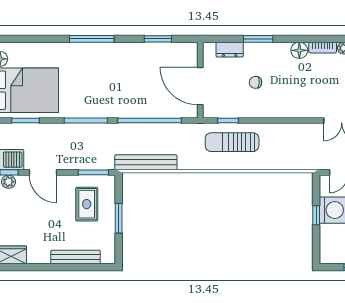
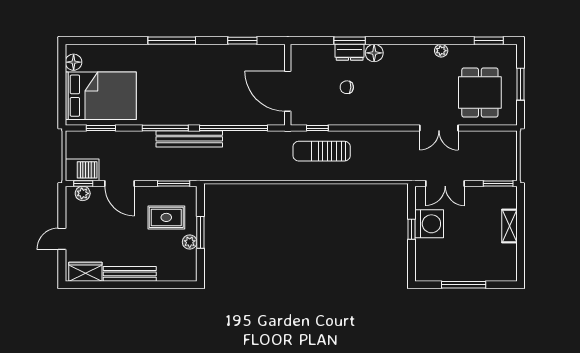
bookcase: (323, 48) -> (419, 50), removed
dresser: (230, 50) -> (350, 52), moved
floor lamp: (299, 50) -> (374, 53), moved
bench: (146, 162) -> (189, 139), moved
rug: (87, 204) -> (166, 217), turned 90
plant: (109, 227) -> (190, 242), added
bench: (76, 257) -> (130, 274), moved

